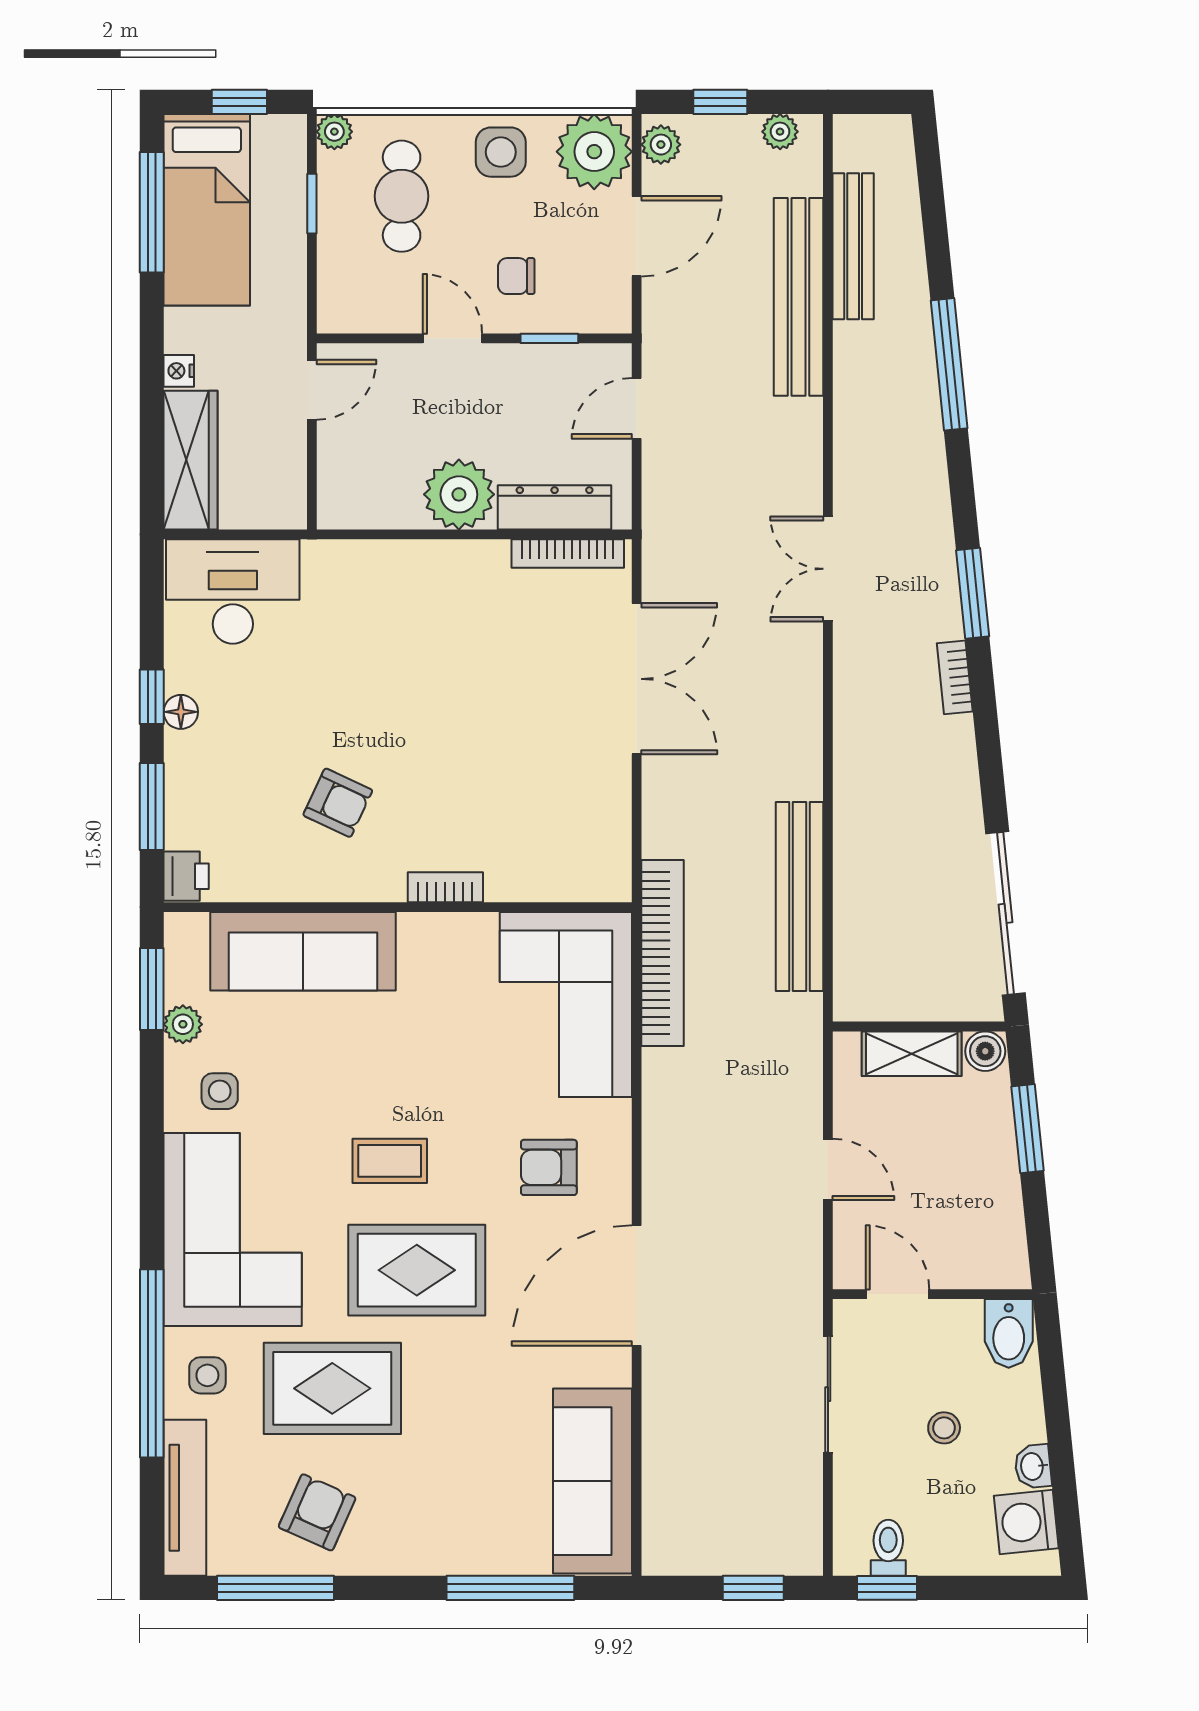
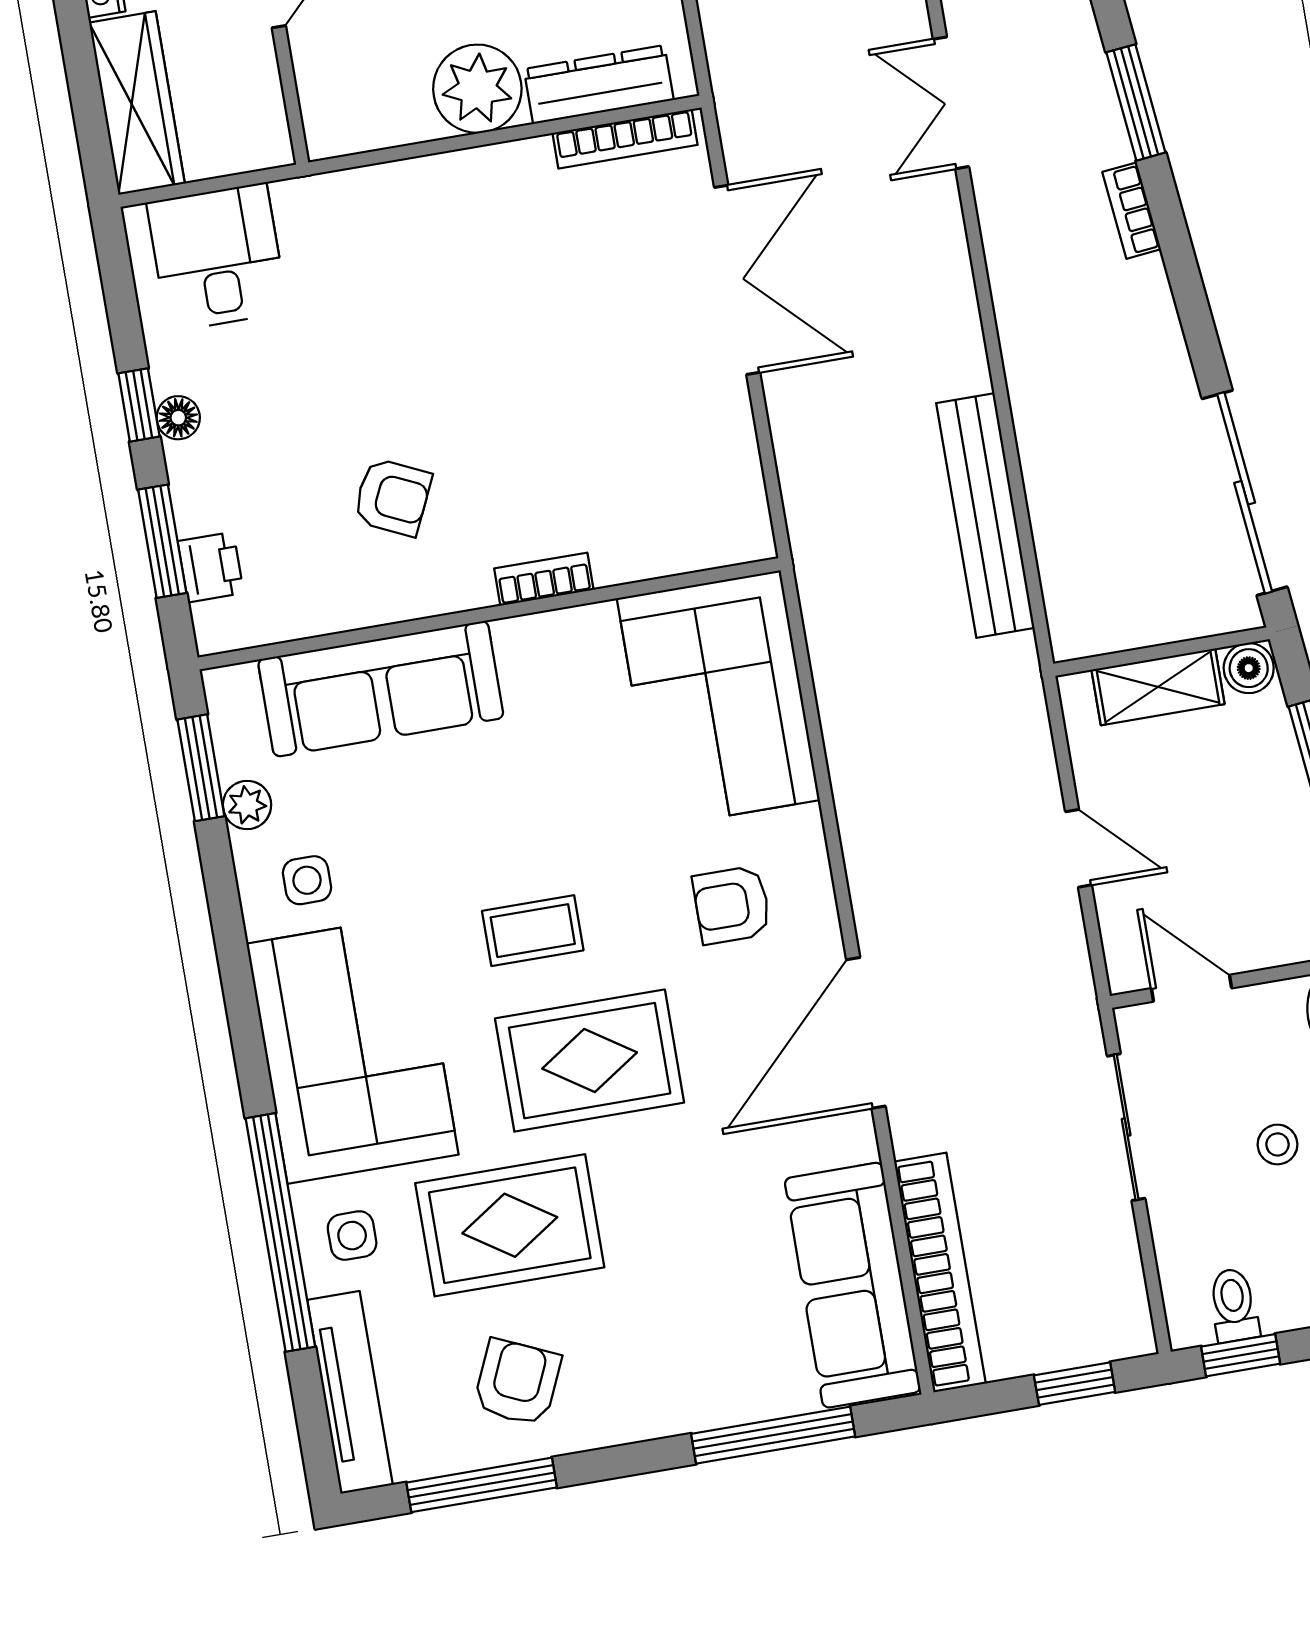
desk: (233, 592) -> (217, 257), width x0.73
printer: (186, 876) -> (211, 567), moved
bookcase: (663, 953) -> (940, 1273), moved

